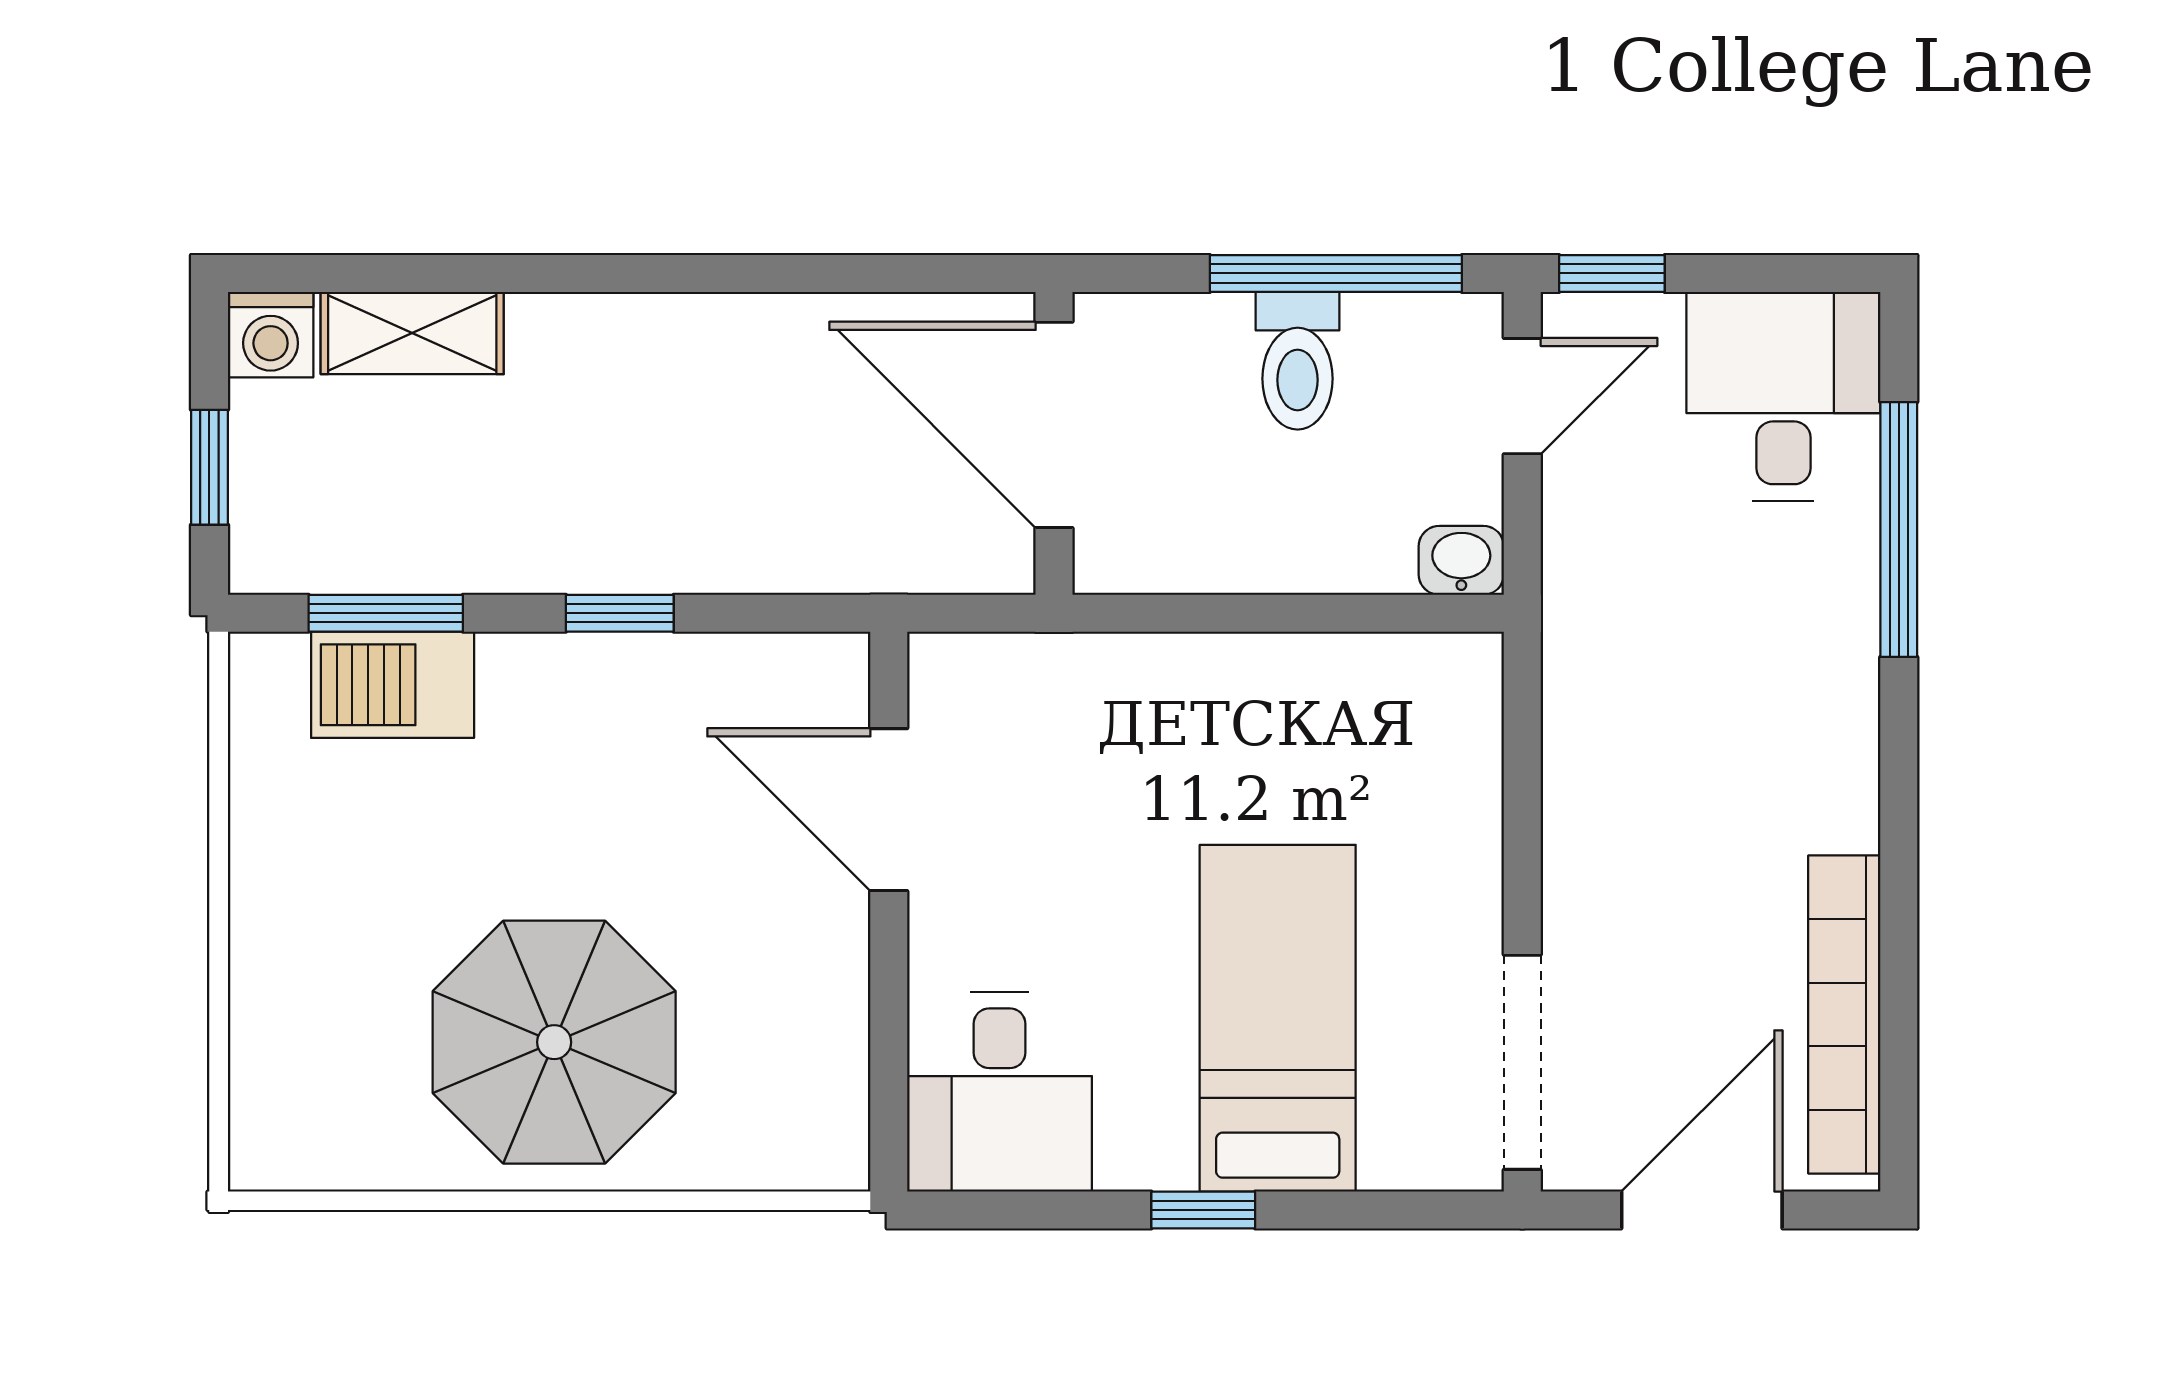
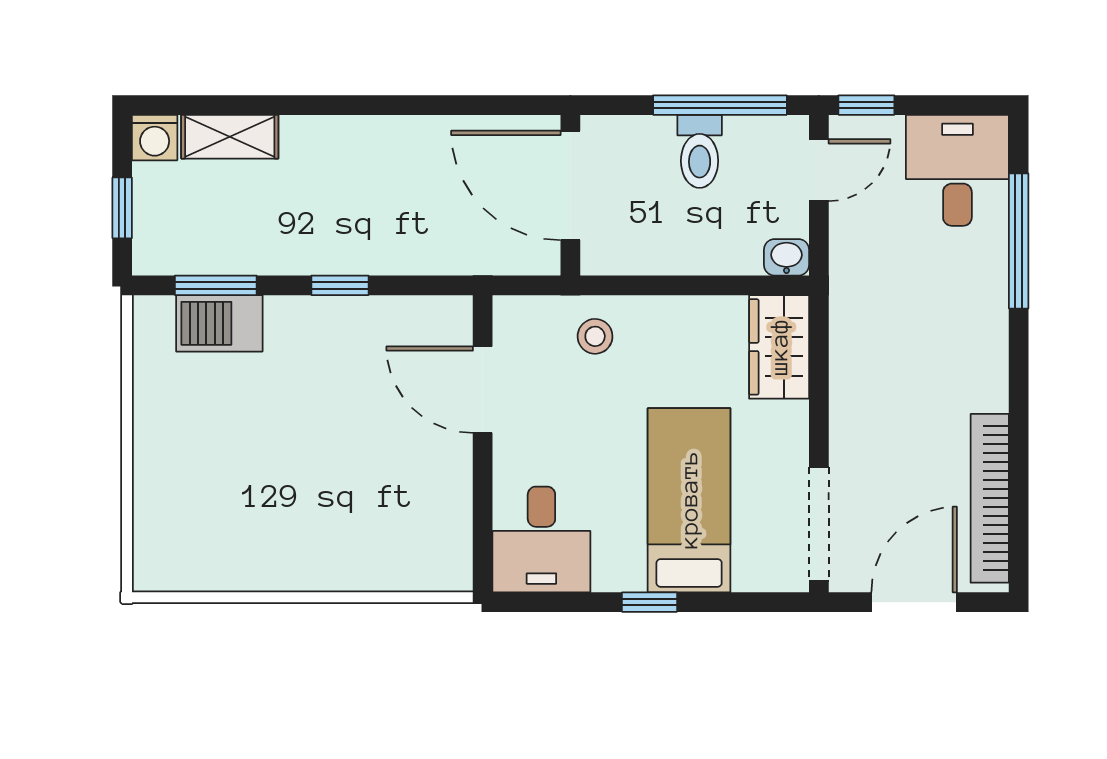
stool: (1100, 709) -> (595, 336), added
wardrobe: (1447, 729) -> (779, 347), added
parasol: (554, 1042) -> (305, 513), removed

